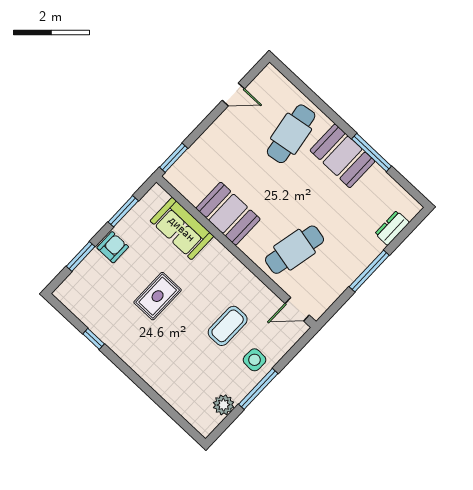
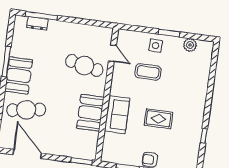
door: (233, 94) -> (27, 154), width x1.87
sofa: (182, 229) -> (117, 115), moved
window: (369, 271) -> (41, 16), moved
door: (297, 309) -> (112, 53), moved
window: (258, 389) -> (169, 33), width x0.69

